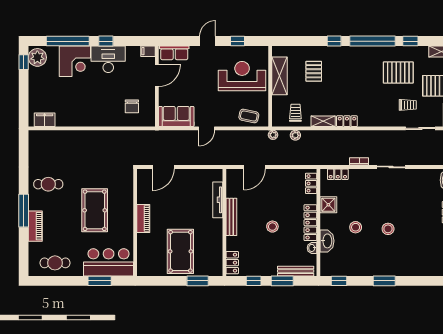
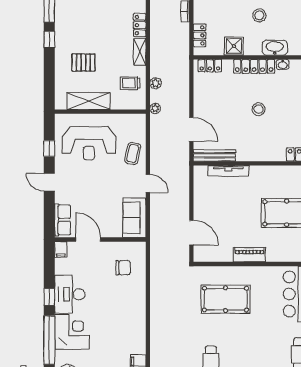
reception desk: (242, 76) -> (89, 143), turned -90
coffee table: (249, 116) -> (133, 154), moved
pool table: (95, 210) -> (225, 299), moved
bench: (231, 217) -> (214, 155), moved

